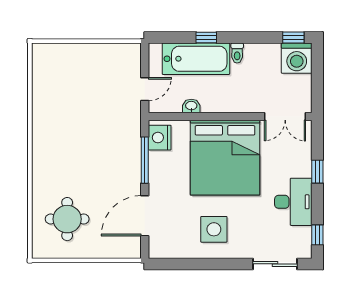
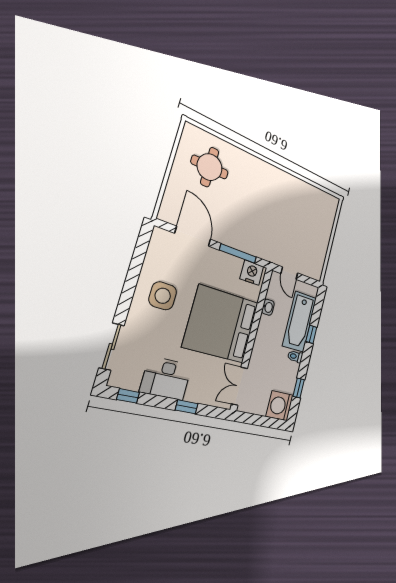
window: (293, 38) -> (299, 388), moved

